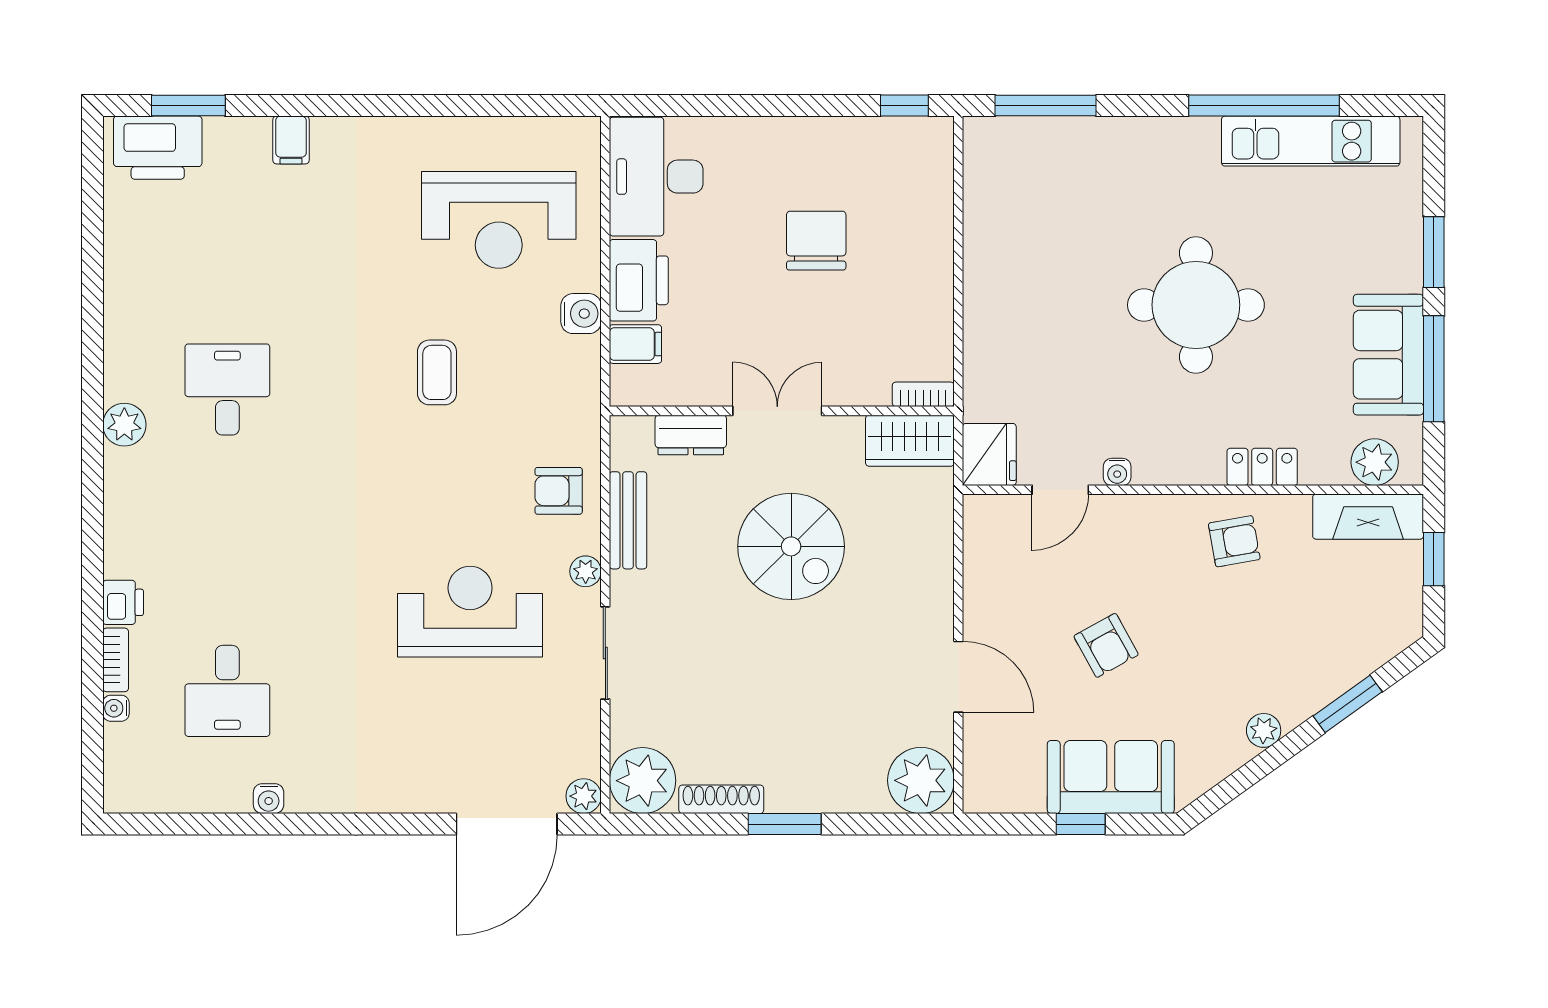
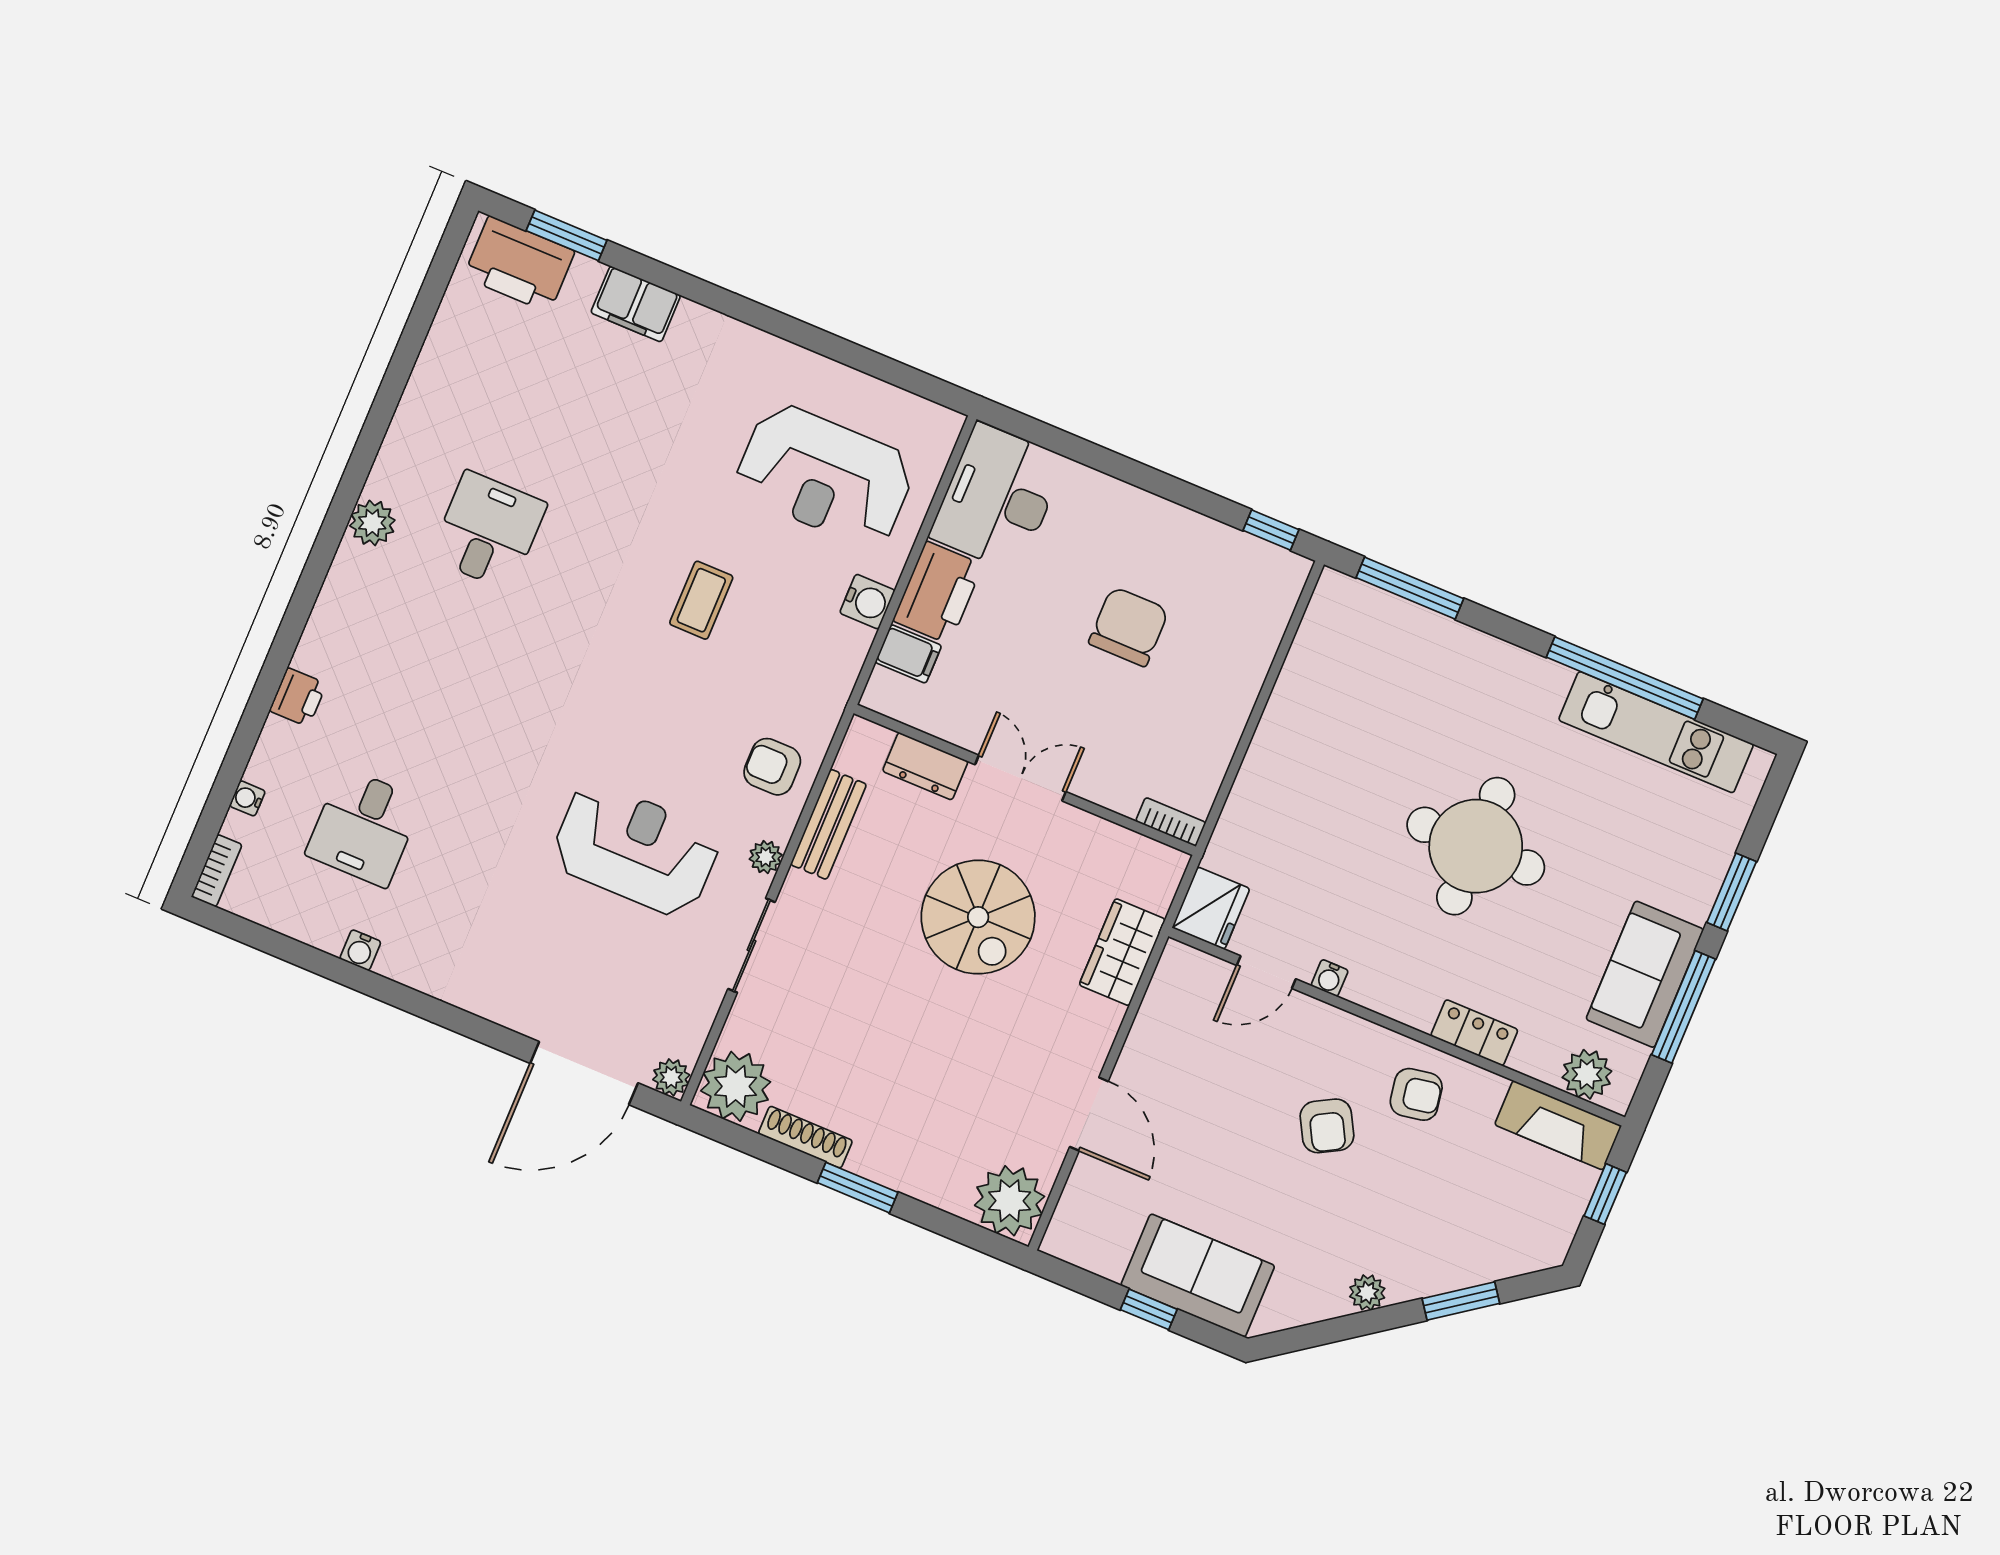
filing cabinet: (291, 140) -> (636, 304), width x2.00
wardrobe: (910, 441) -> (1122, 952), moved, turned 90
armchair: (1106, 645) -> (1327, 1126), moved
bookcase: (116, 660) -> (217, 871), moved

